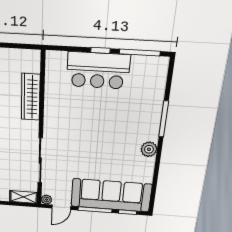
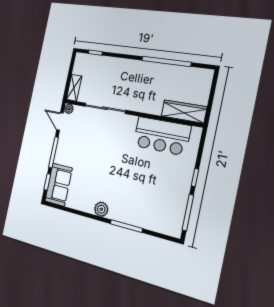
bar counter: (98, 71) -> (162, 136), moved, turned -90
wardrobe: (31, 97) -> (184, 111), moved
sofa: (111, 195) -> (59, 185), width x0.54, depth x0.79

